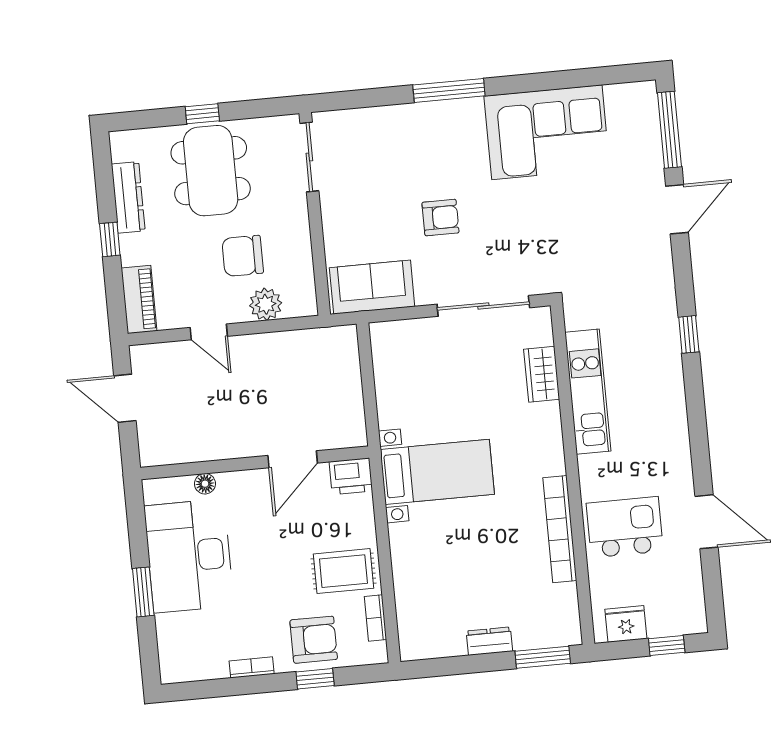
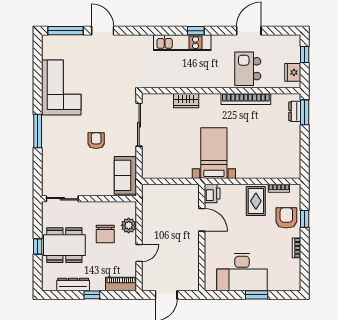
window: (689, 334) -> (196, 31), moved
wardrobe: (542, 374) -> (186, 101), moved
kitchen unit: (588, 392) -> (182, 43), moved, turned 180
floor lamp: (205, 484) -> (209, 261), removed
dresser: (489, 641) -> (295, 111), moved

